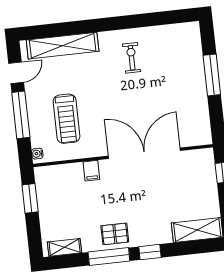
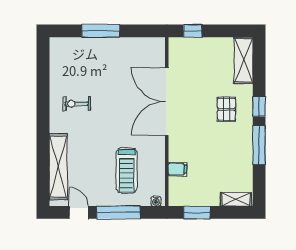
treadmill: (67, 119) -> (127, 170), turned 90
filing cabinet: (91, 171) -> (177, 169), moved
pallet: (115, 234) -> (226, 109), moved
shelving: (65, 247) -> (236, 199), moved, turned 90

